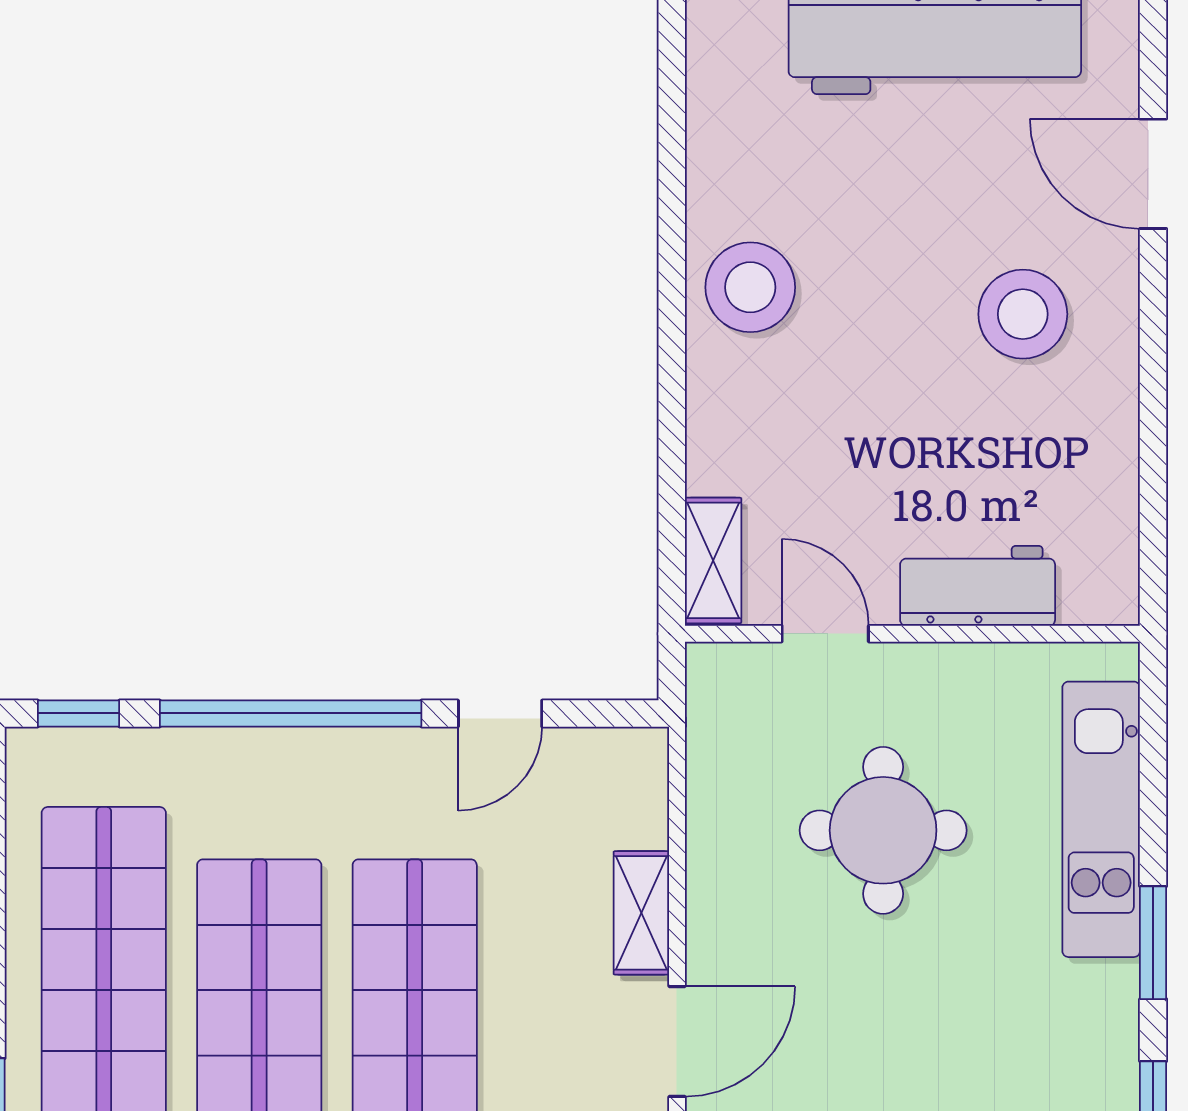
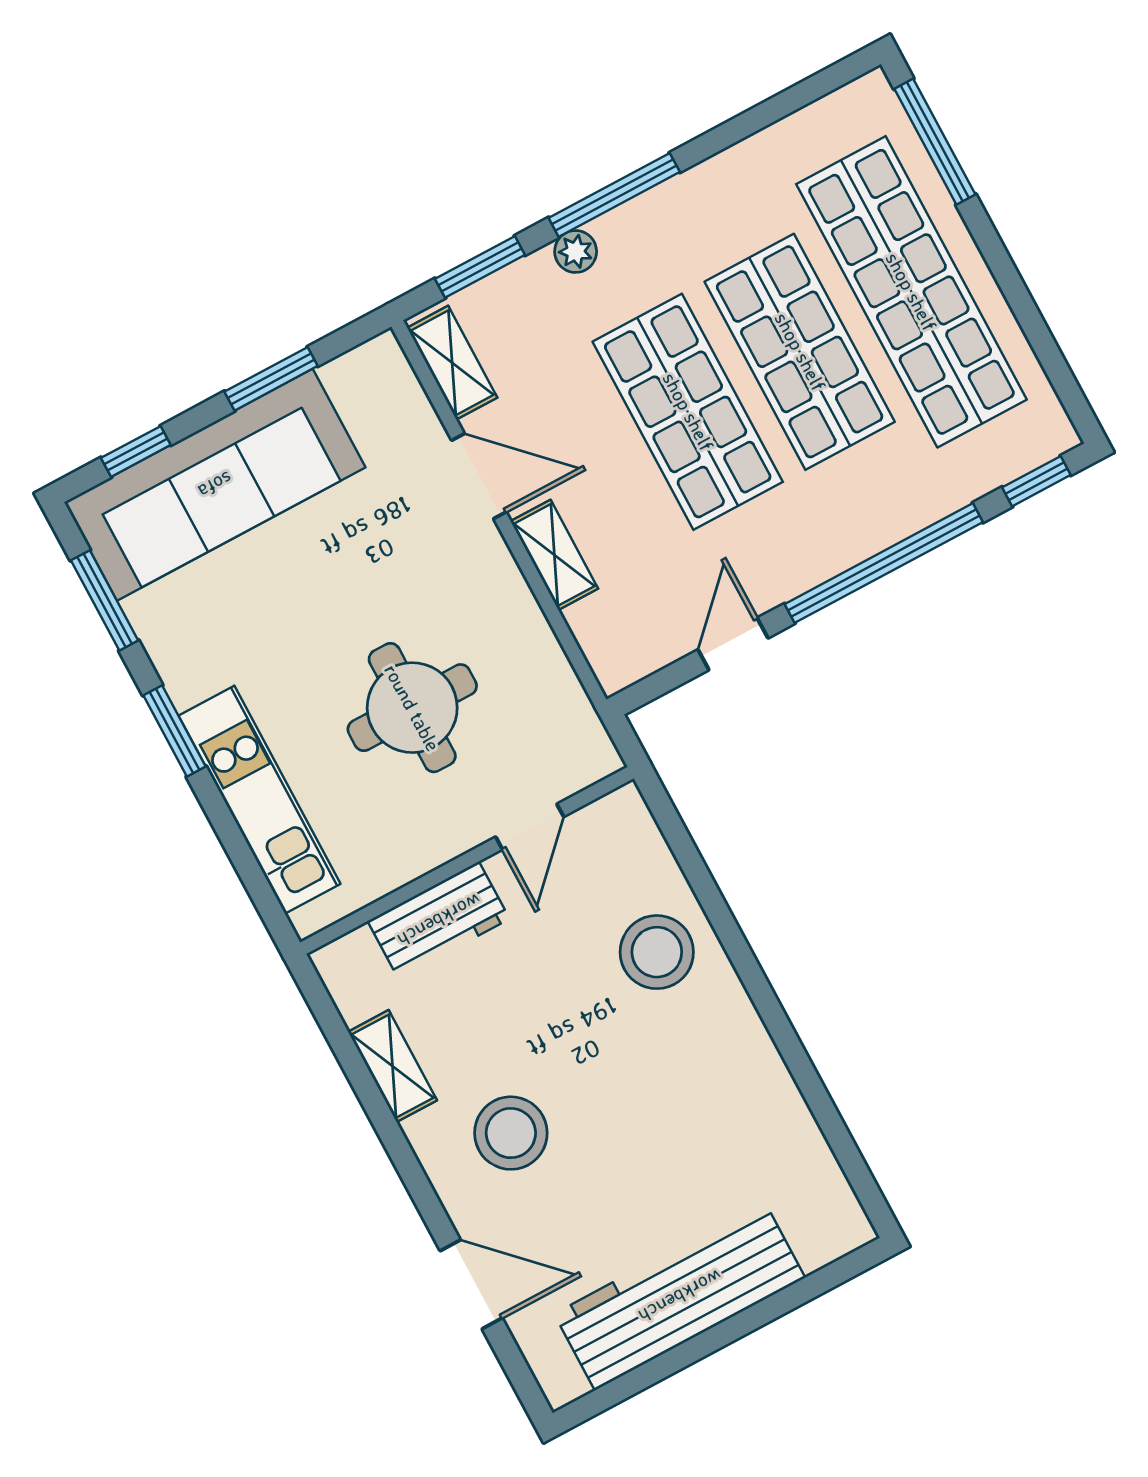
stool: (750, 287) -> (657, 952), moved
shelving: (713, 560) -> (393, 1066), moved
door: (825, 634) -> (530, 827), hinge flipped
door: (677, 1042) -> (479, 476), swing flipped

